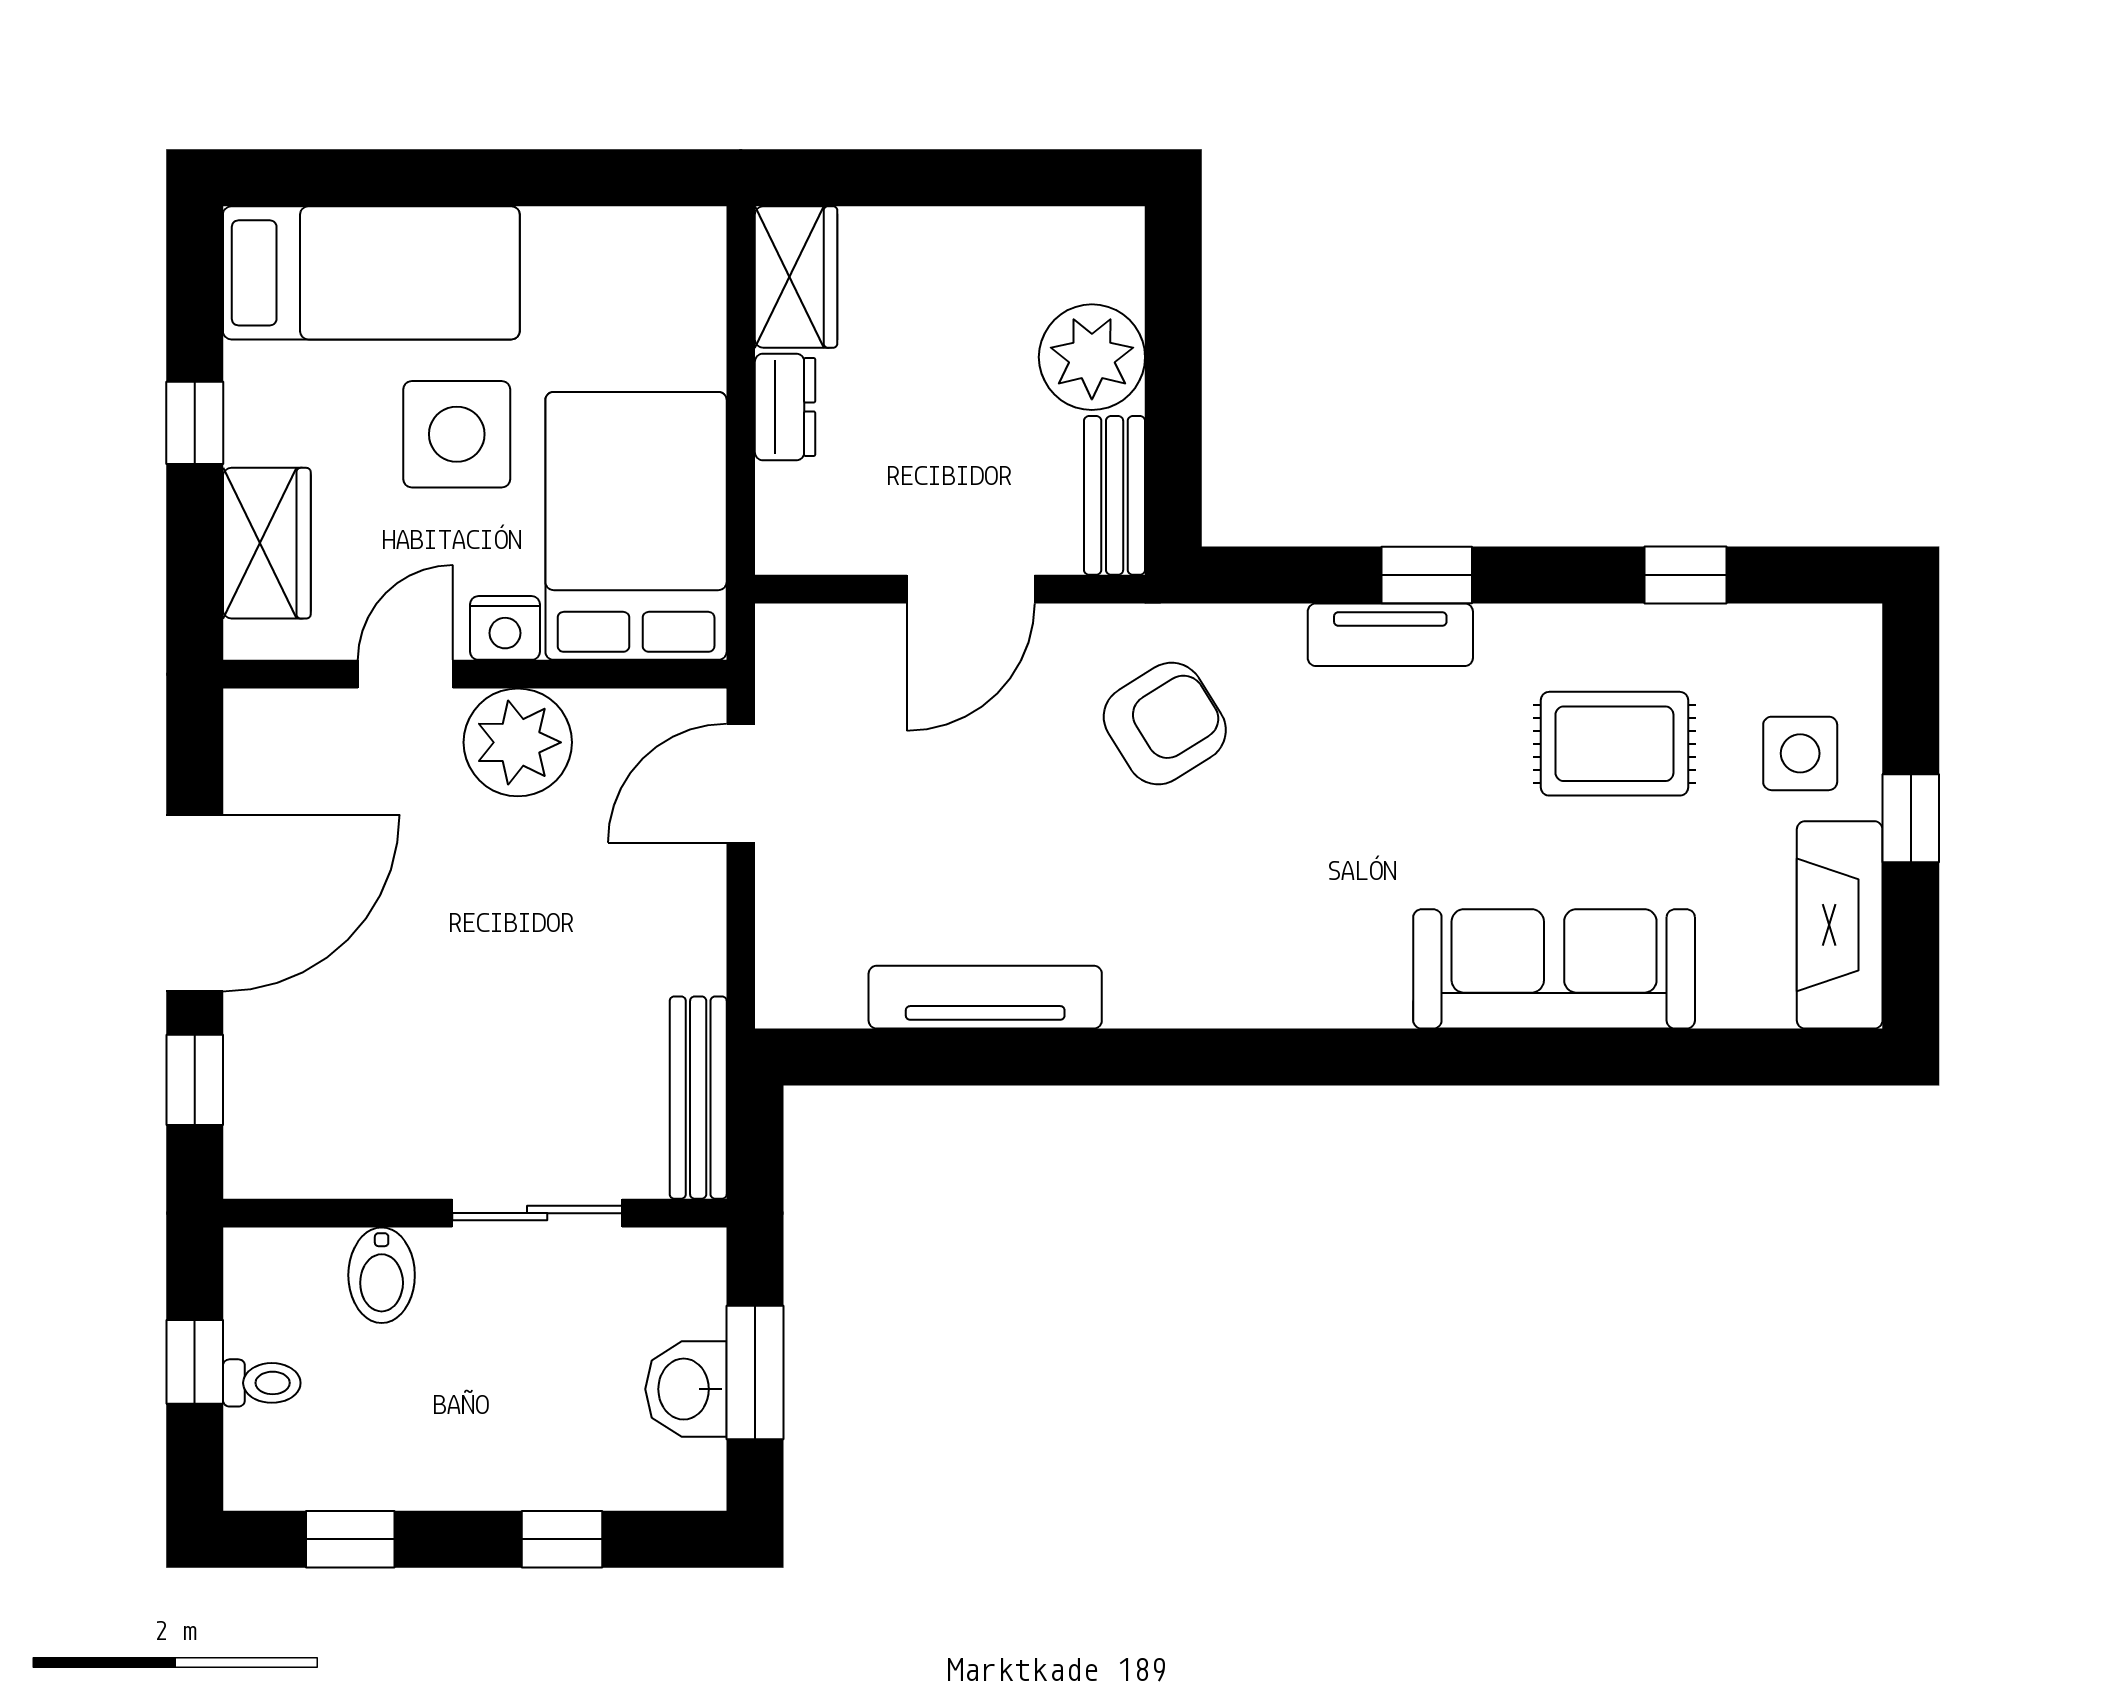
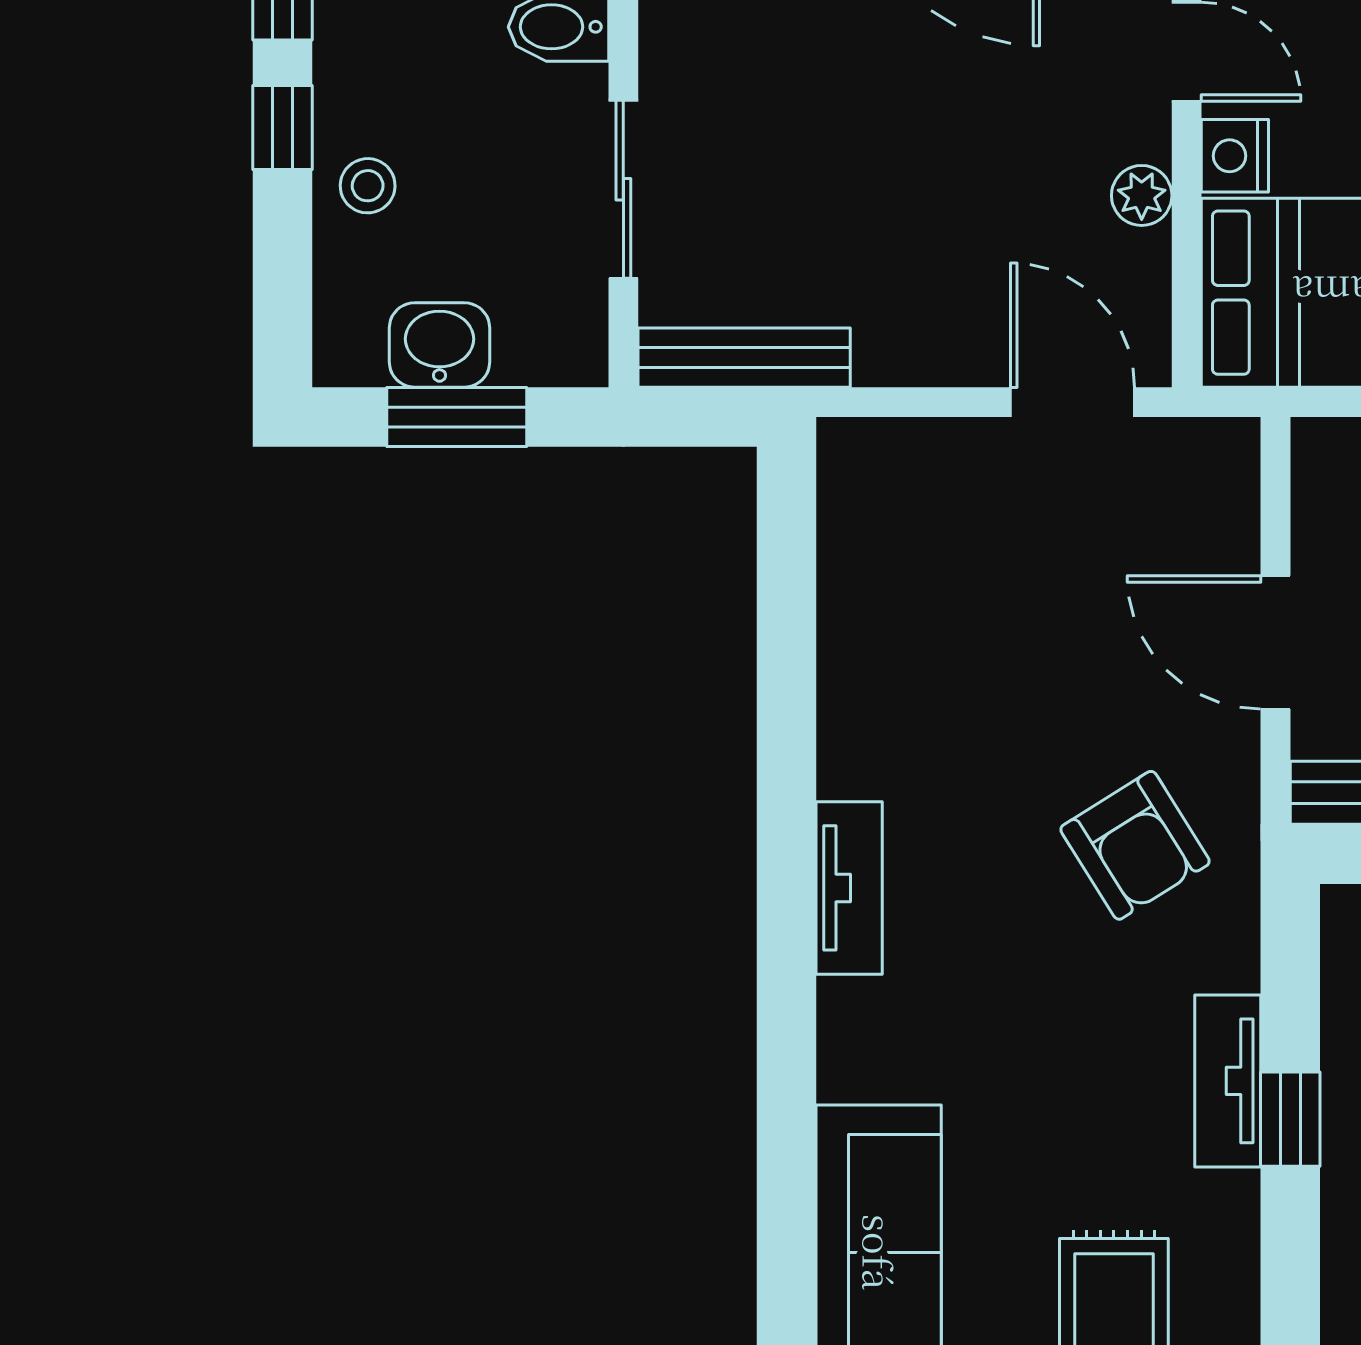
plant: (518, 742) -> (1142, 195), width x0.53, depth x0.53
tv unit: (985, 997) -> (849, 888), moved, width x0.71
stool: (534, 1458) -> (368, 186), added
window: (562, 1539) -> (283, 127), moved

